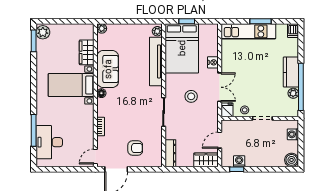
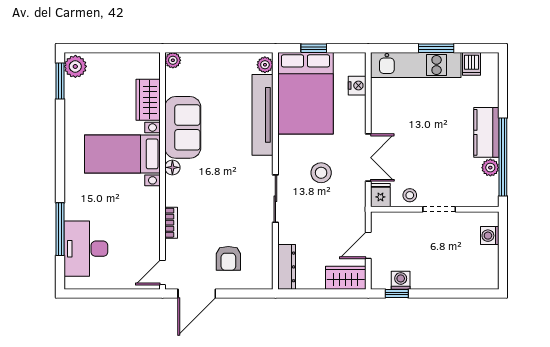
dishwasher: (293, 31) -> (471, 64), moved
nightstand: (213, 62) -> (357, 86), moved
armchair: (135, 148) -> (228, 258), turned 90
boiler: (292, 160) -> (487, 278), removed

